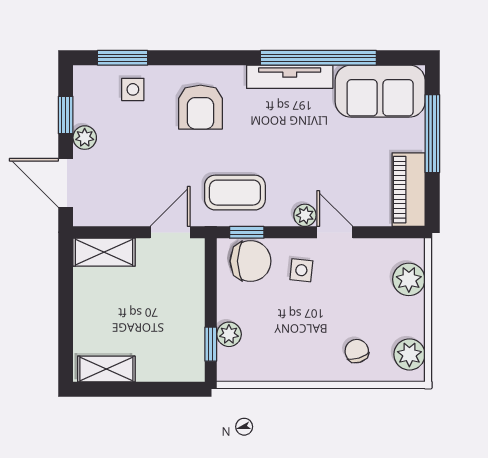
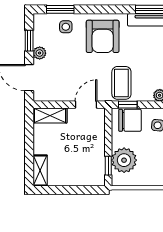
armchair: (200, 107) -> (103, 36), width x1.36, depth x1.36
coffee table: (235, 193) -> (121, 83), turned 90
plant: (229, 334) -> (124, 160), width x1.87, depth x1.87
shelving: (106, 369) -> (40, 170), moved, turned 90

